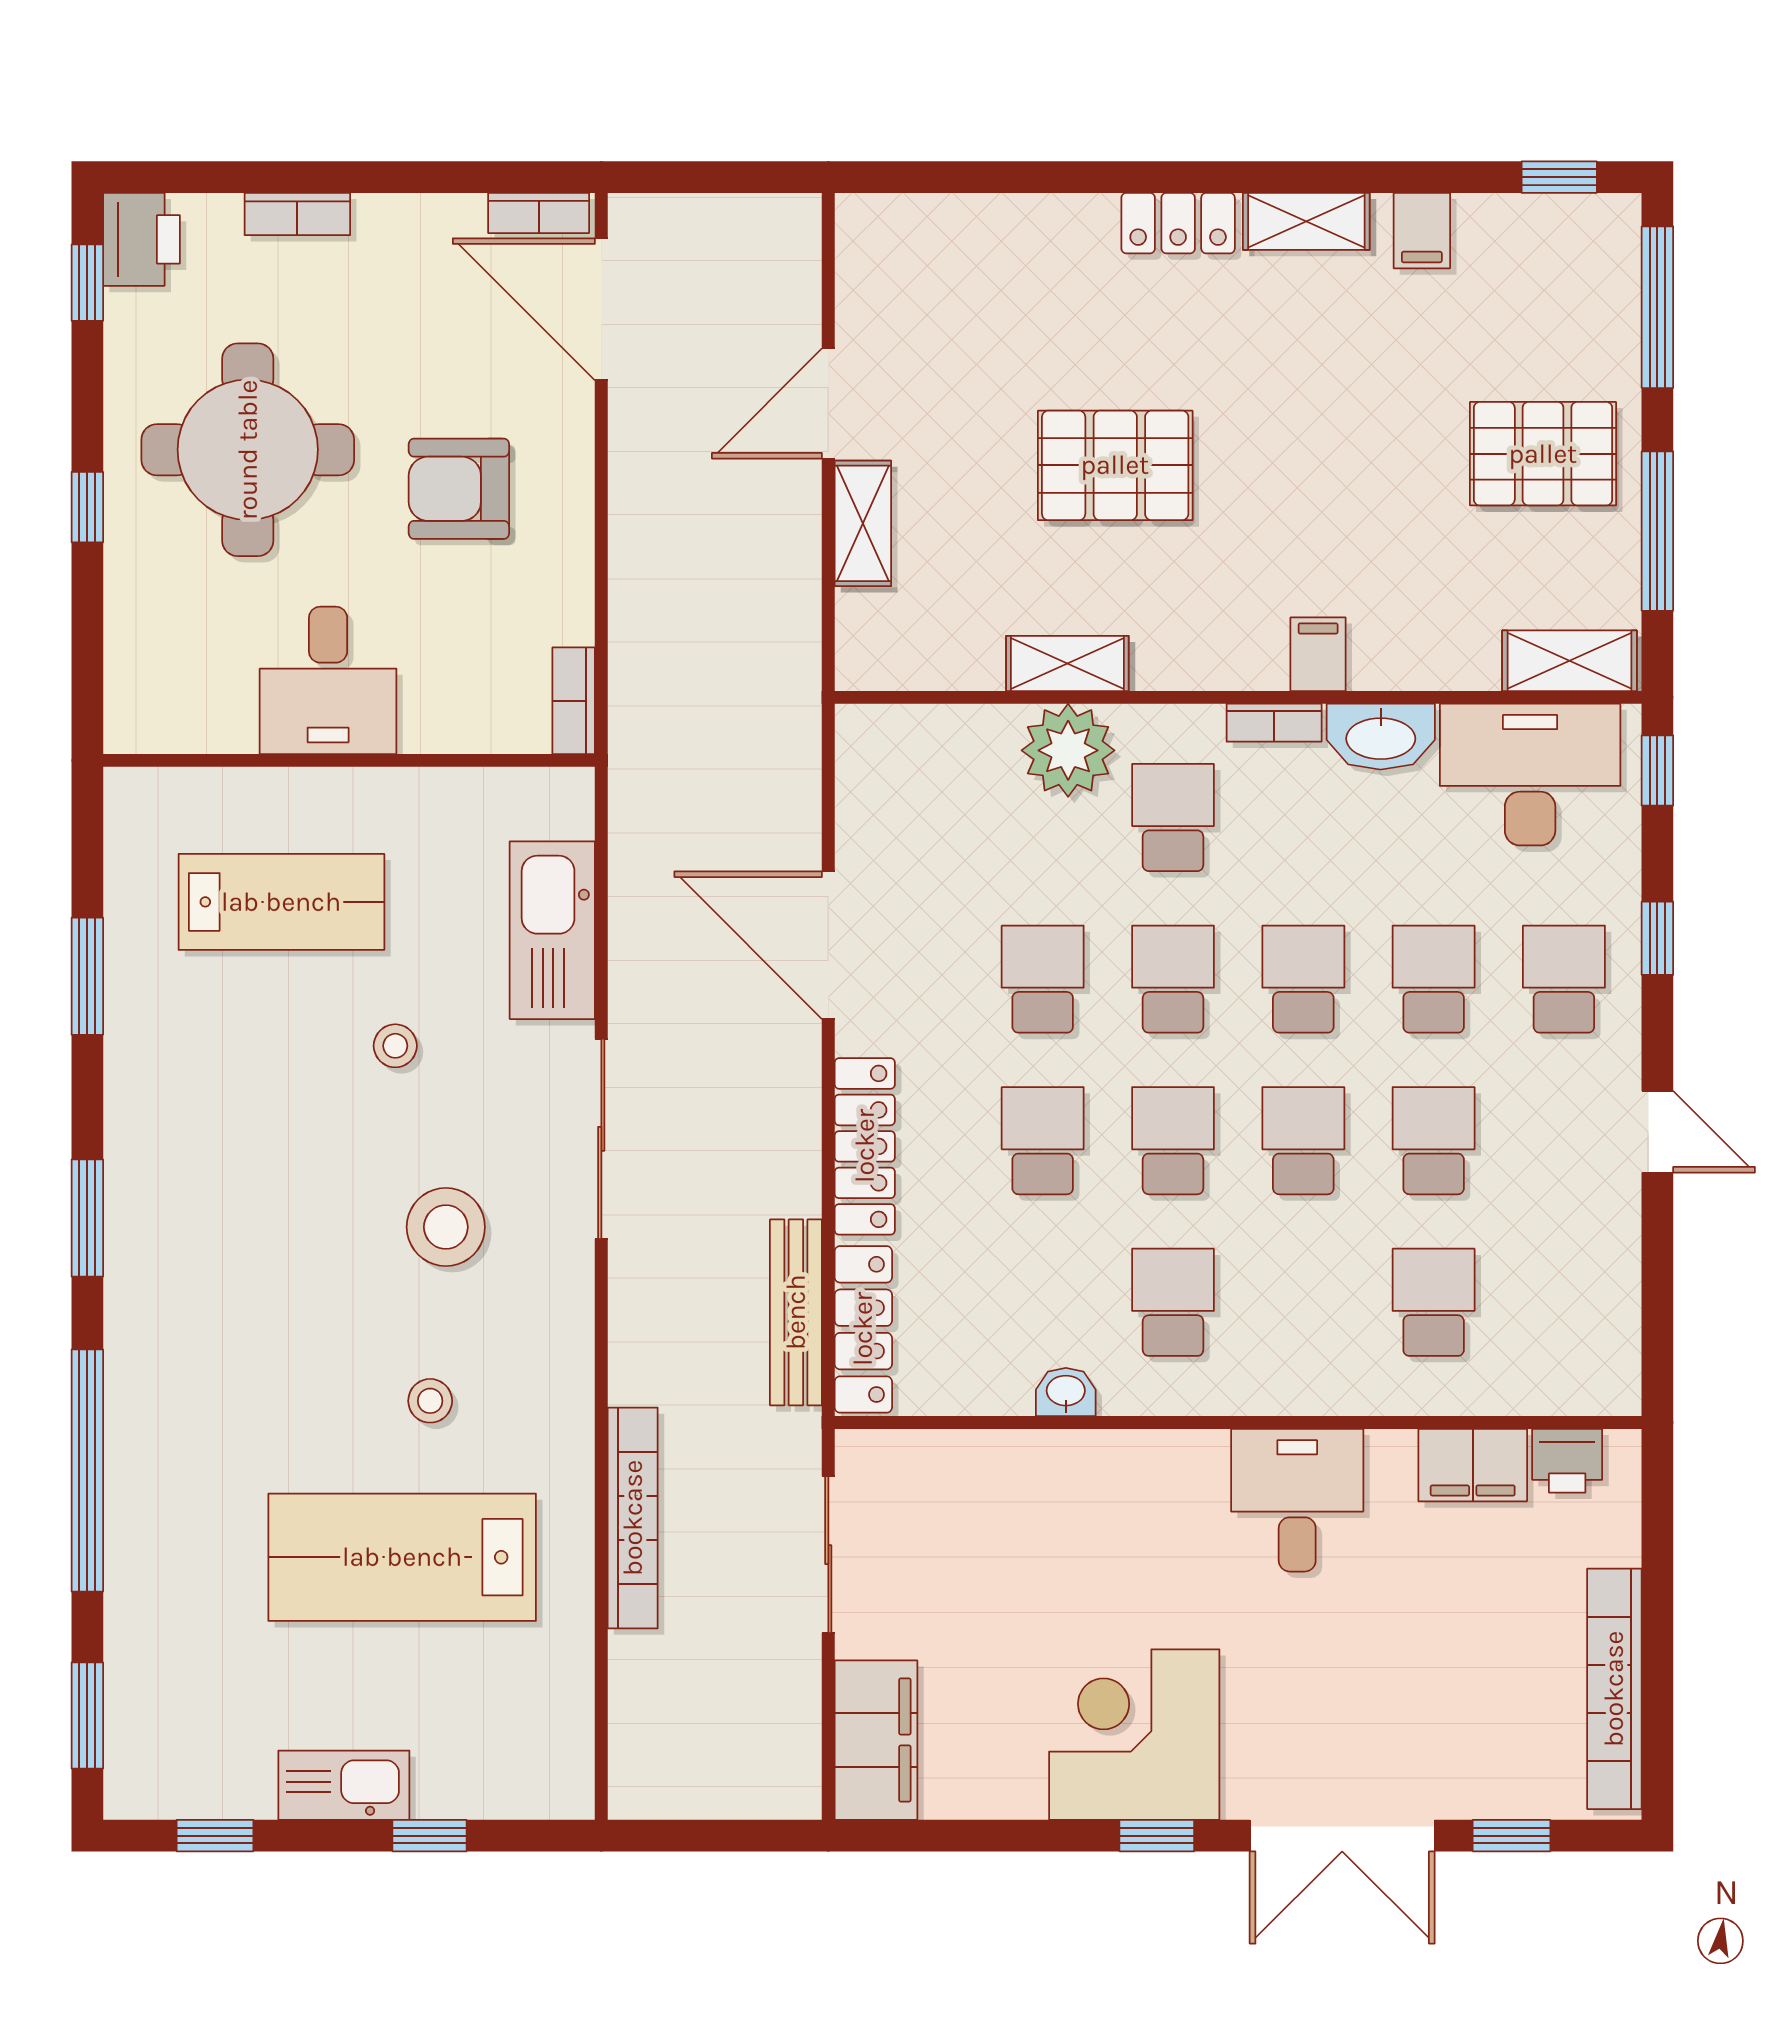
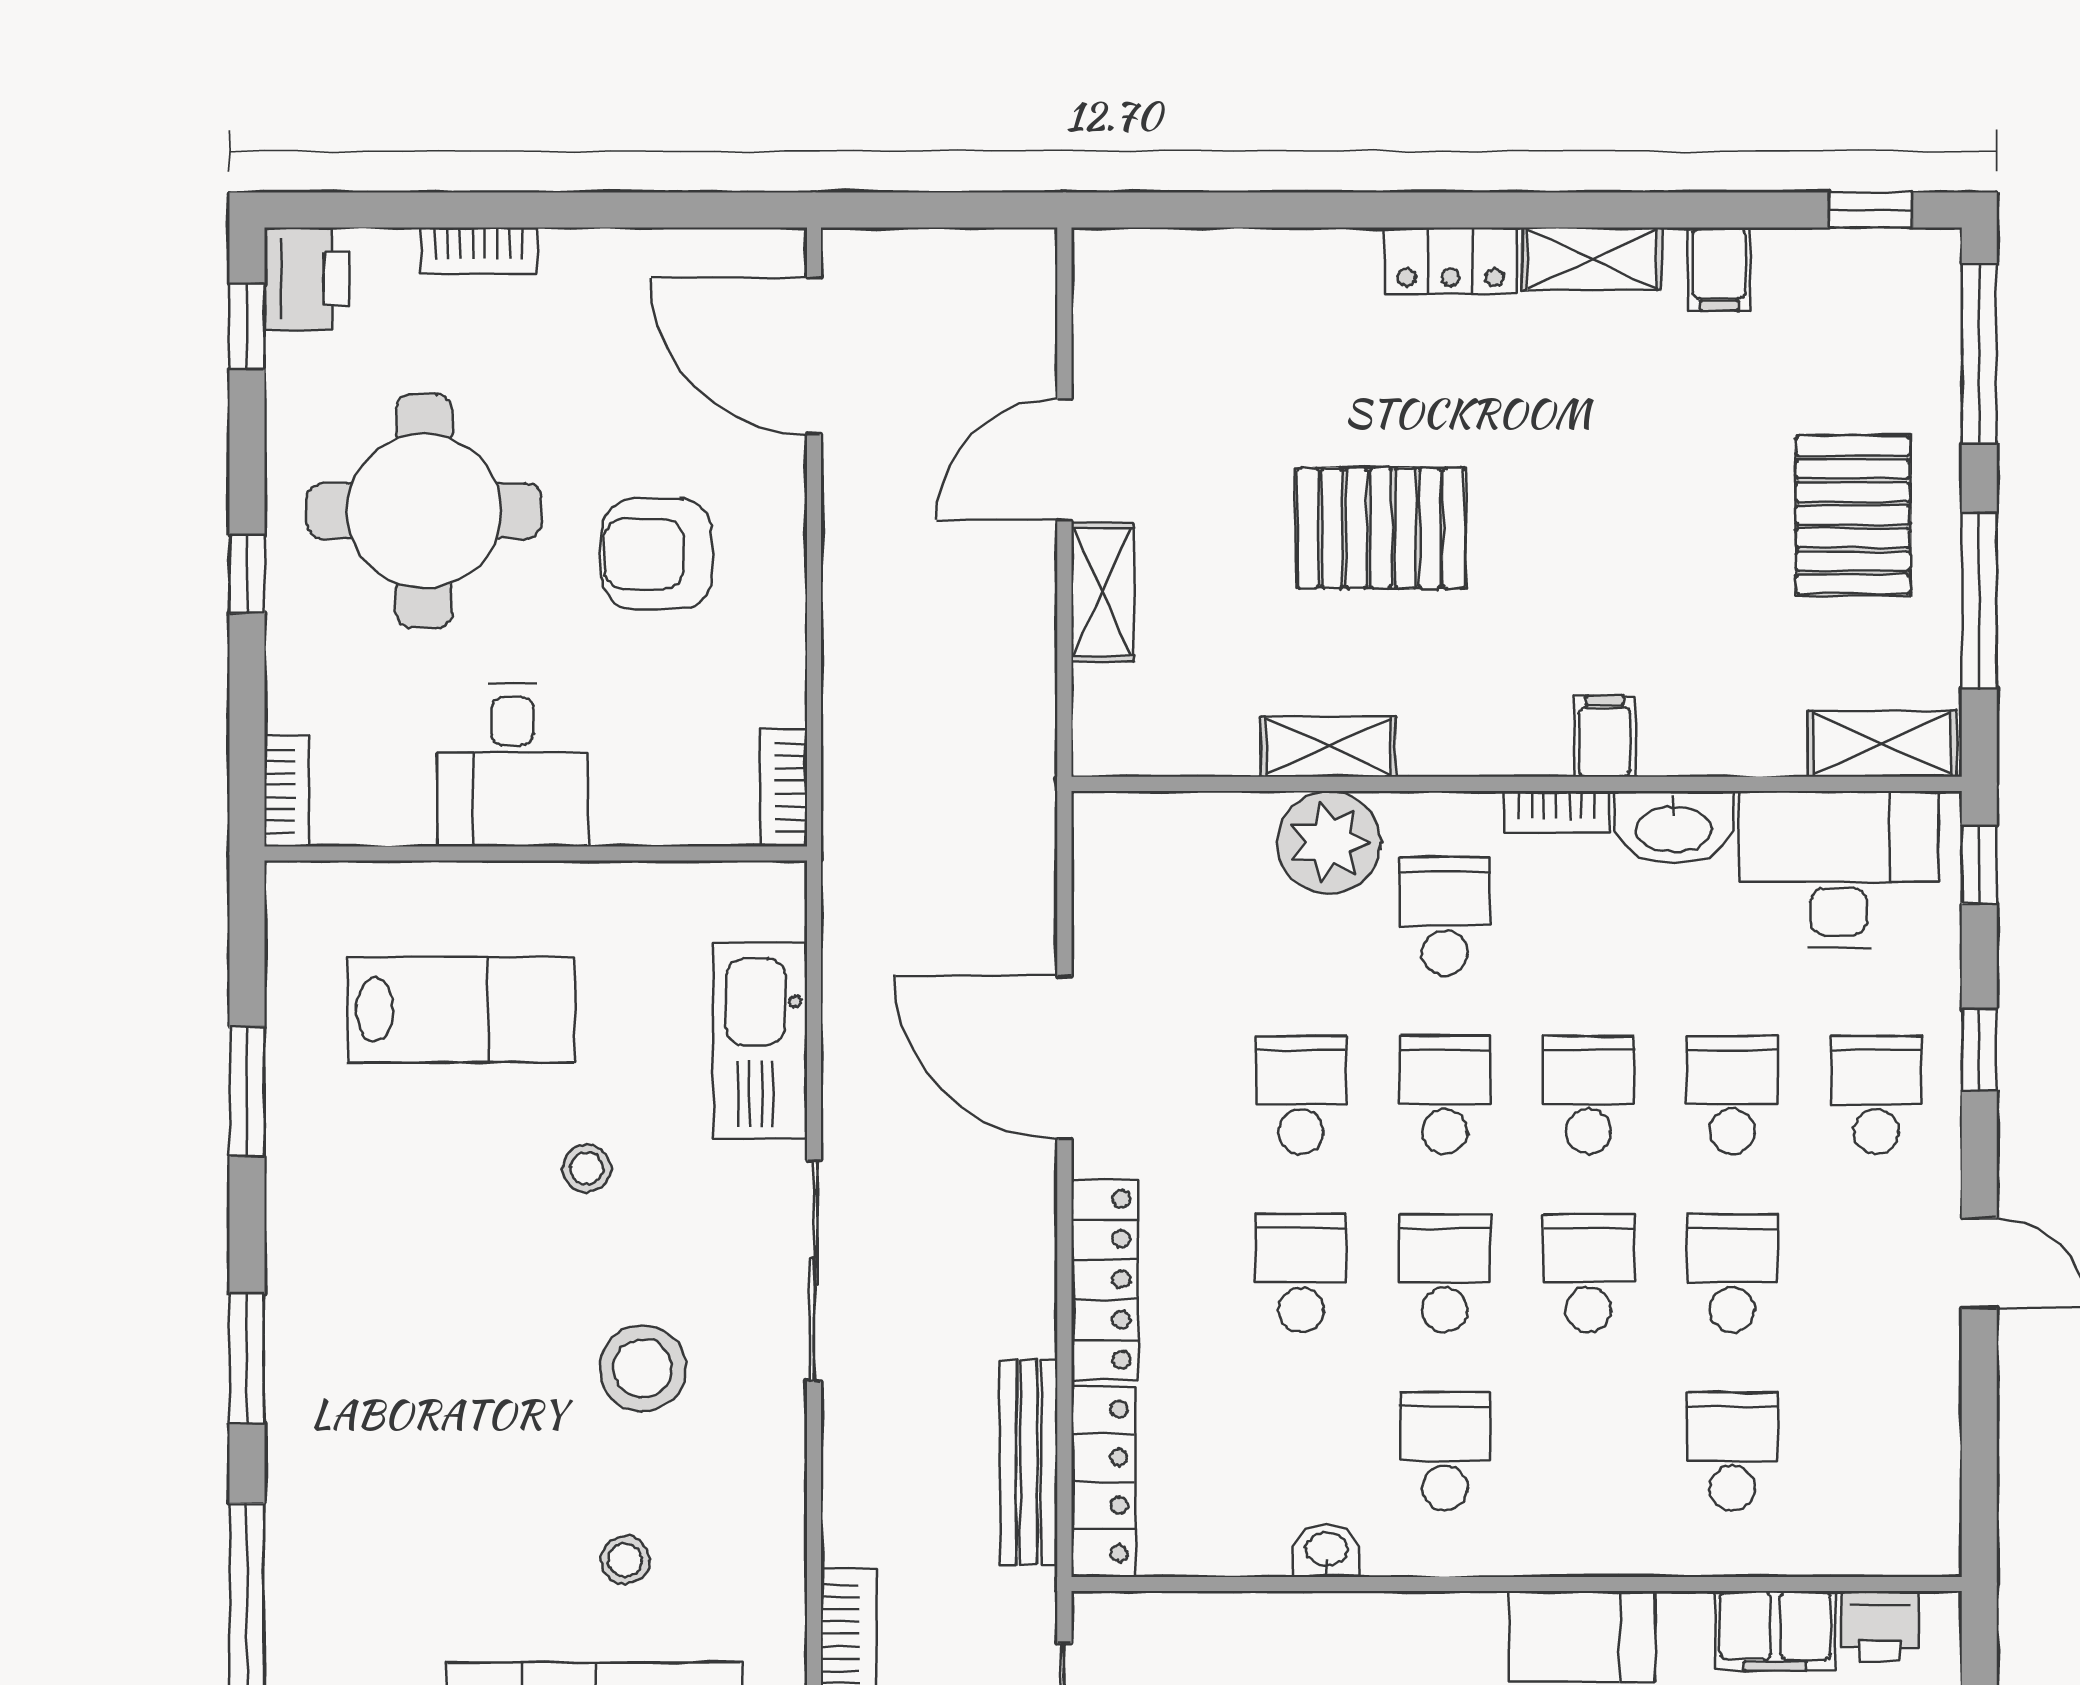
bookcase: (539, 213) -> (287, 791), moved, turned -90
pallet: (1543, 454) -> (1853, 515), turned 90

